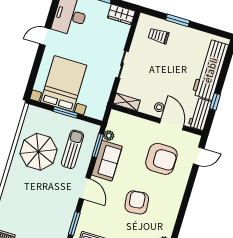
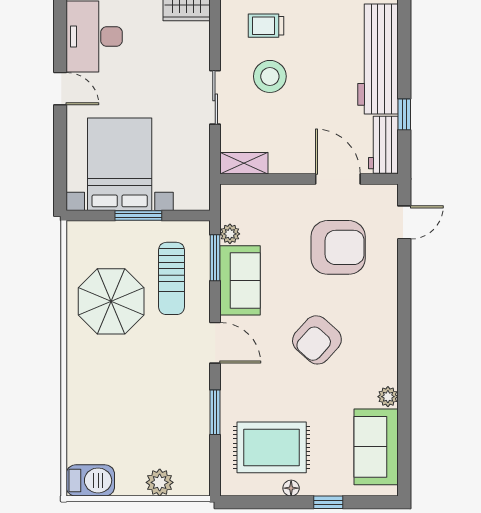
door: (45, 36) -> (60, 89), swing flipped
stool: (159, 107) -> (270, 76), moved, width x1.89, depth x1.89
sun lounger: (73, 149) -> (171, 278), turned 180
armchair: (137, 202) -> (317, 340), turned -132

